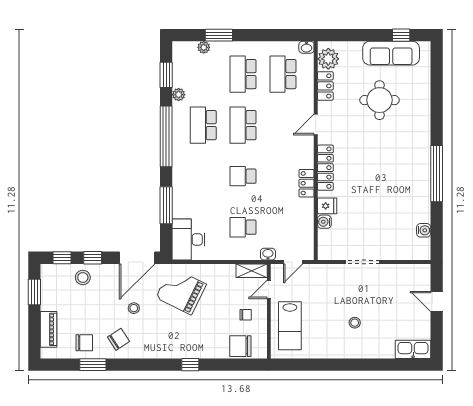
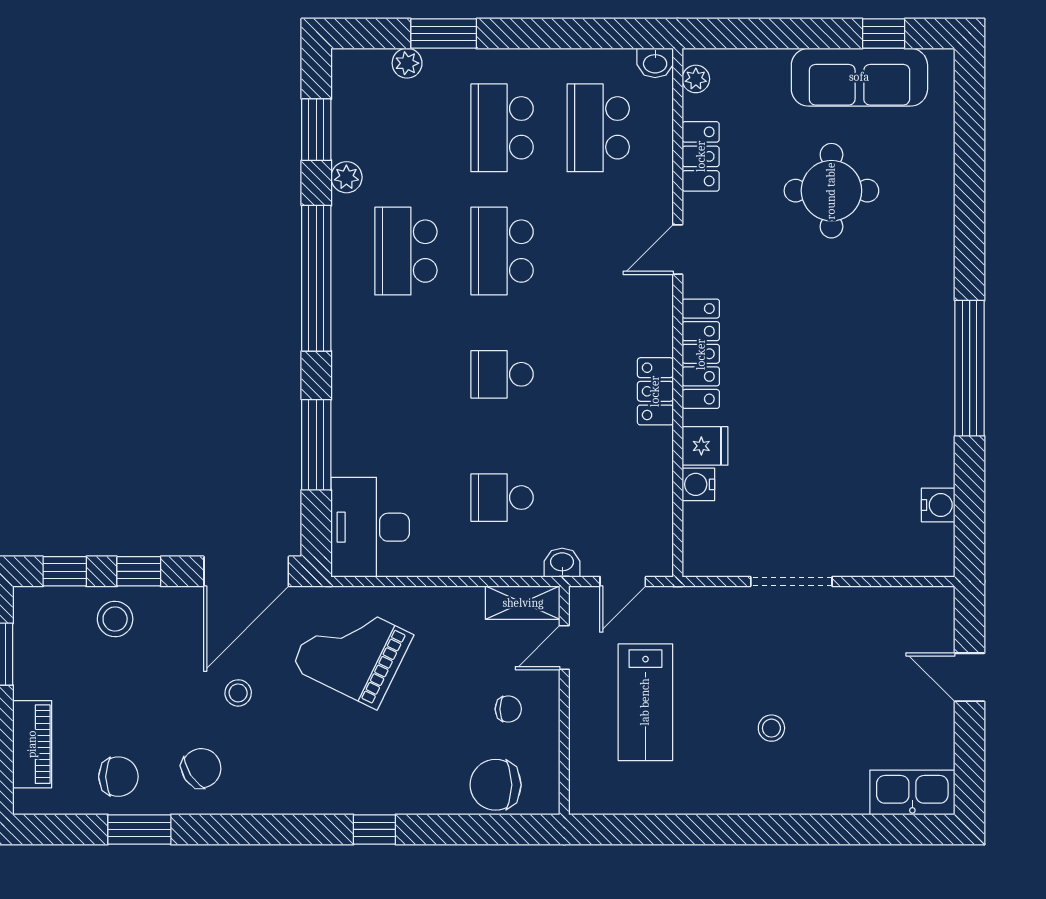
plant: (328, 59) -> (696, 79), width x0.53, depth x0.53
lab bench: (290, 326) -> (645, 702), moved

